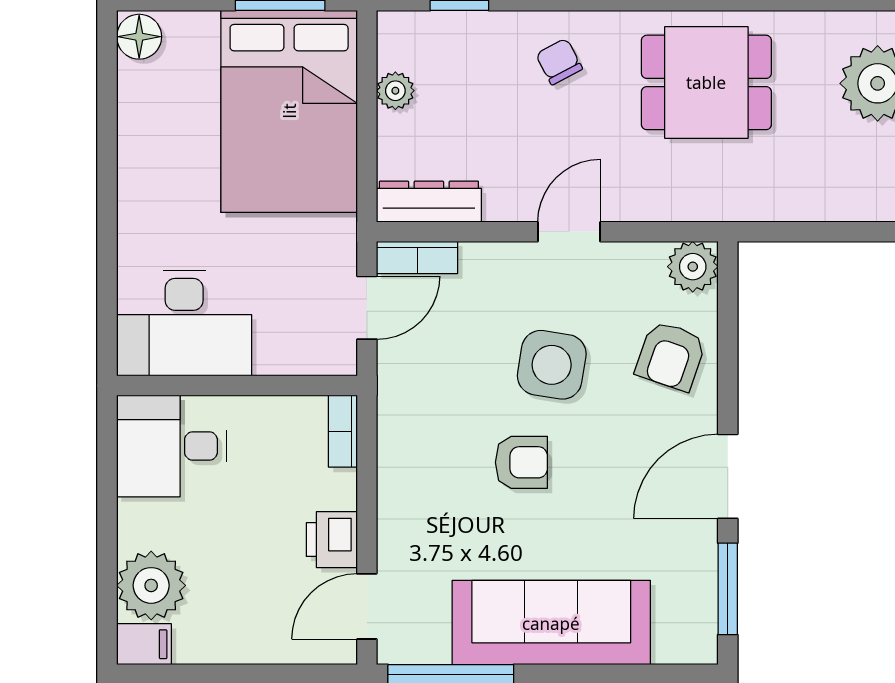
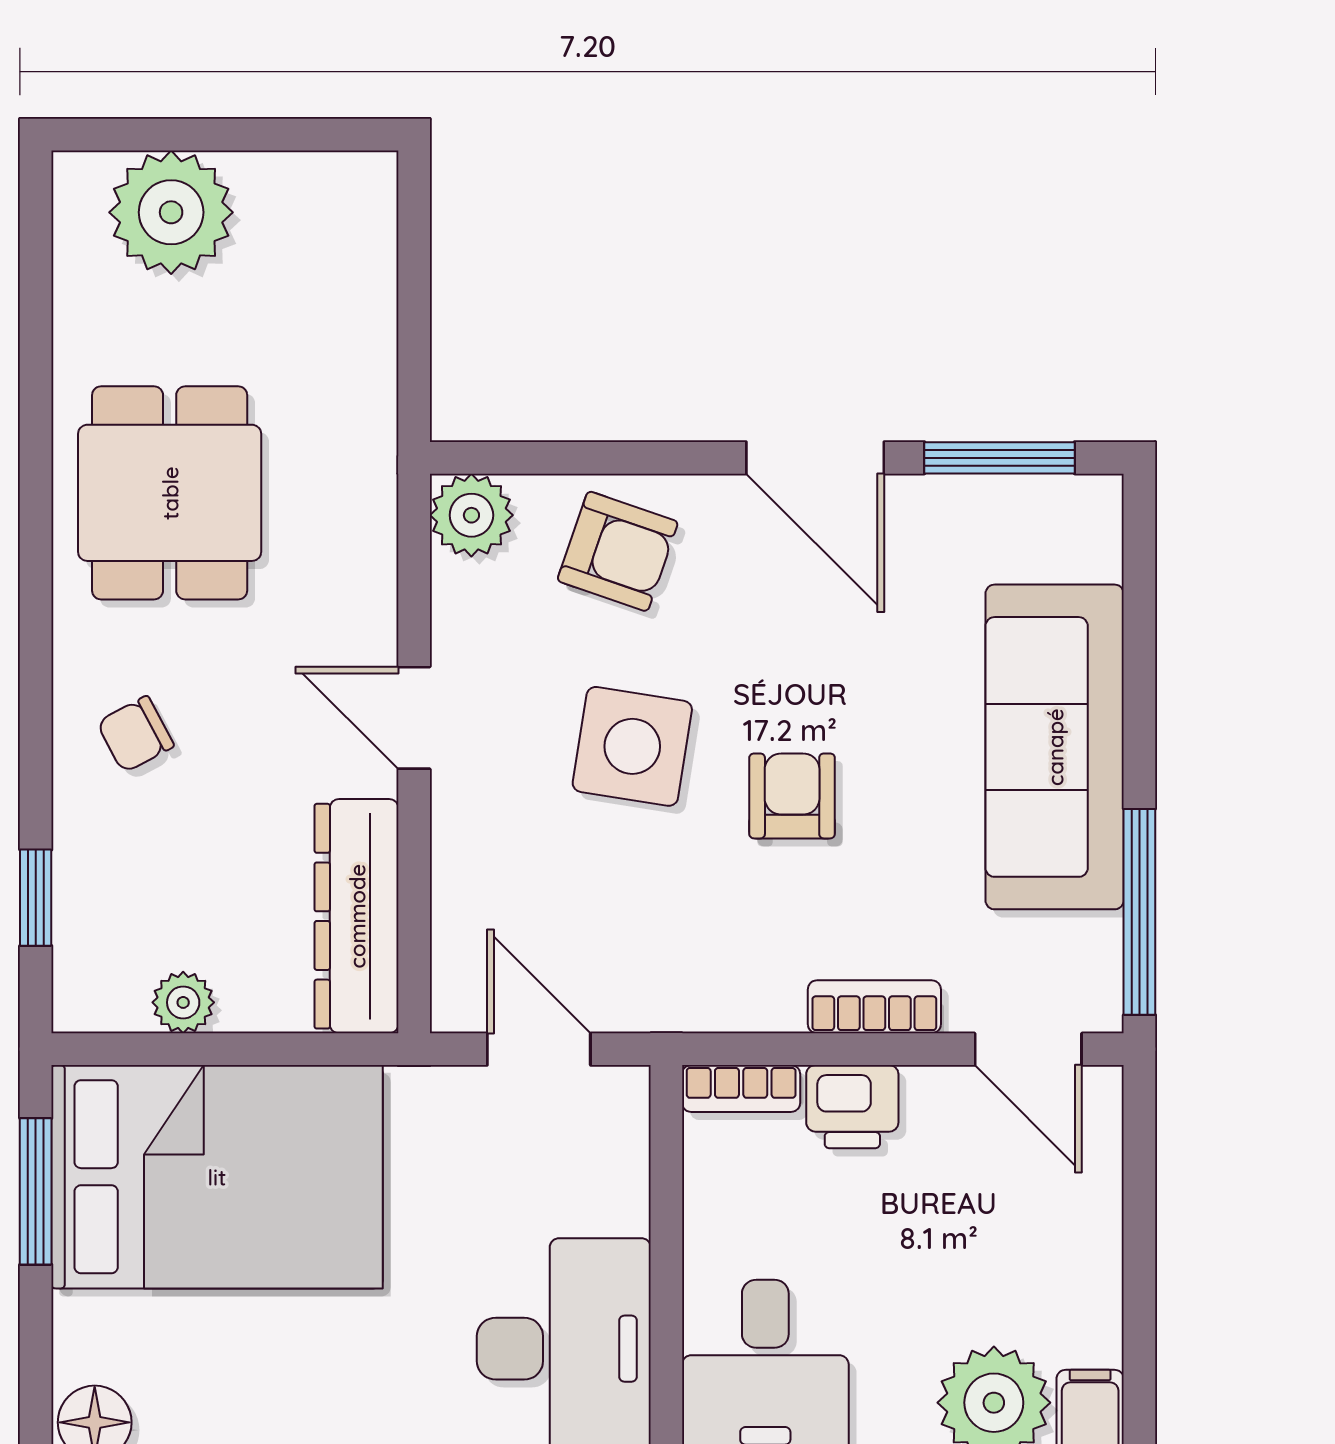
dresser: (429, 202) -> (357, 916), width x1.37, depth x1.24
bookcase: (417, 257) -> (874, 1007), moved, turned -90
printer: (332, 540) -> (852, 1107), moved

